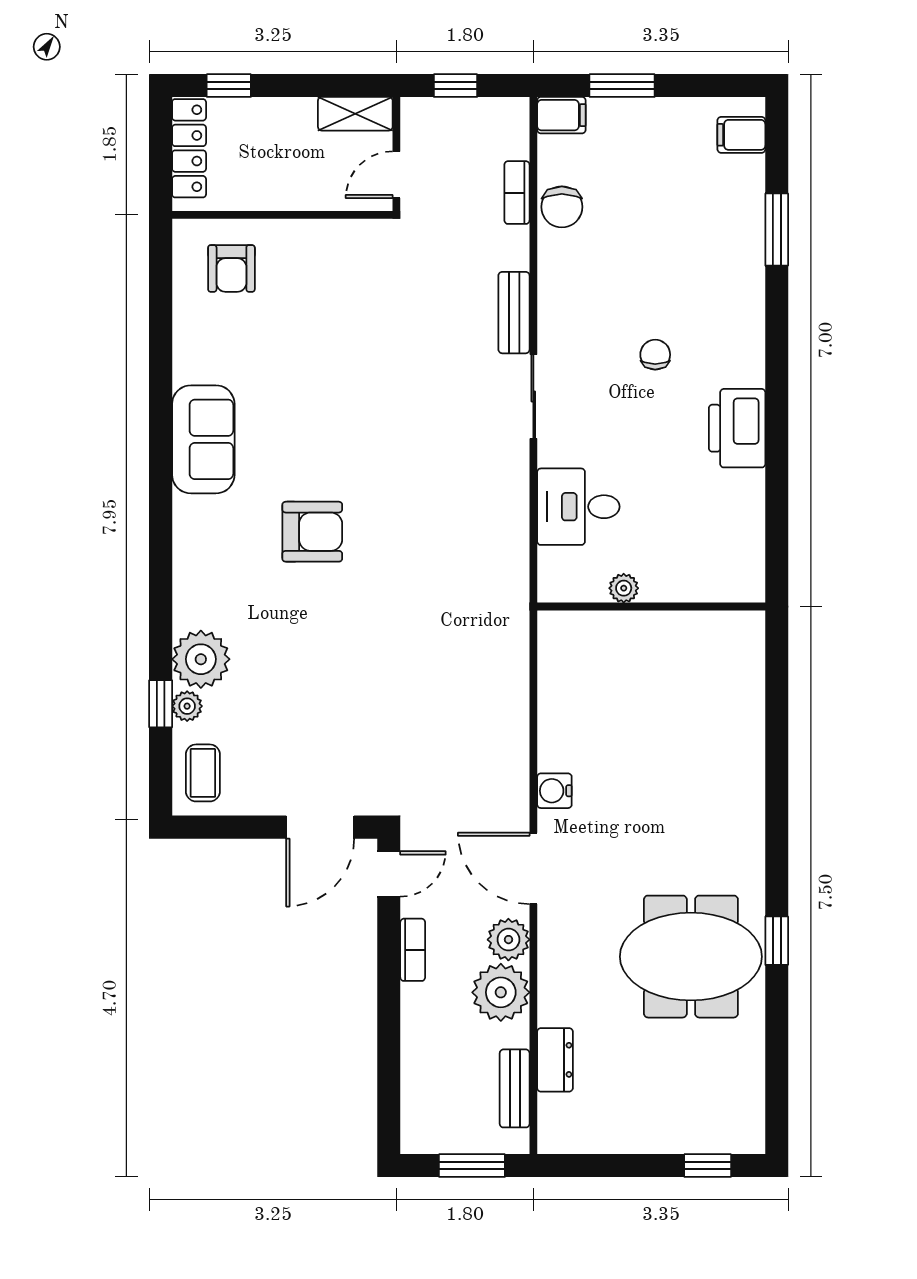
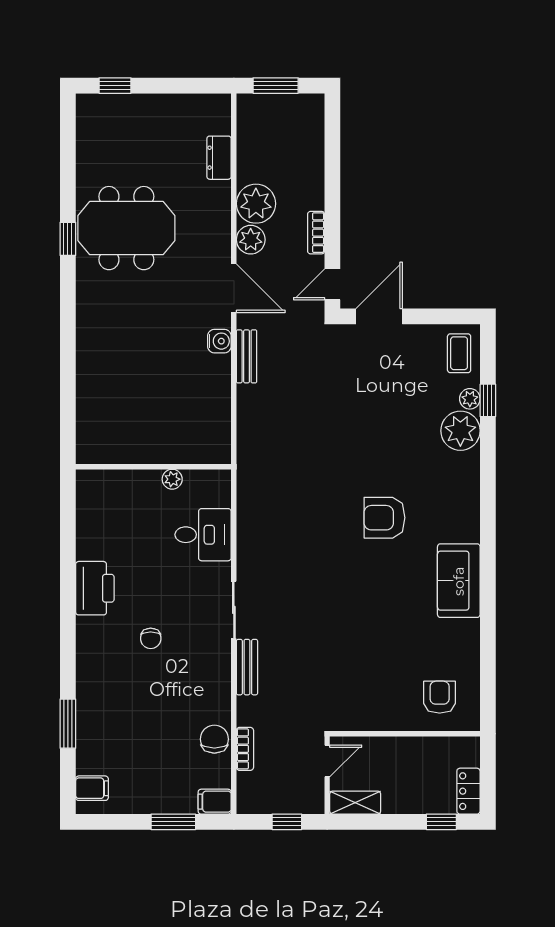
locker: (189, 148) -> (468, 791), width x0.66
bench: (515, 1088) -> (247, 356), moved

